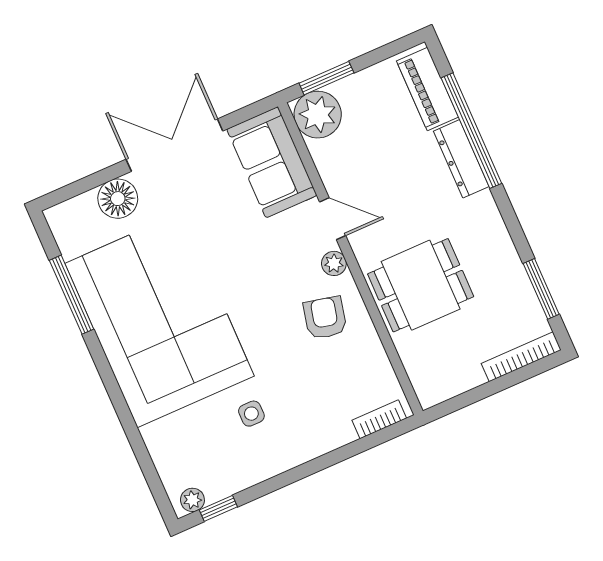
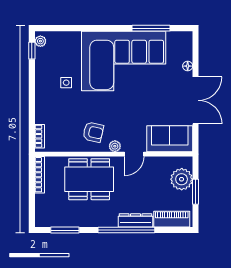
window: (326, 78) -> (195, 192), moved
plant: (318, 115) -> (182, 179), moved
window: (471, 131) -> (126, 230), moved
floor lamp: (118, 199) -> (188, 66), width x0.53, depth x0.53
dining table: (421, 285) -> (89, 179), width x1.38
bookcase: (521, 357) -> (40, 175), moved

